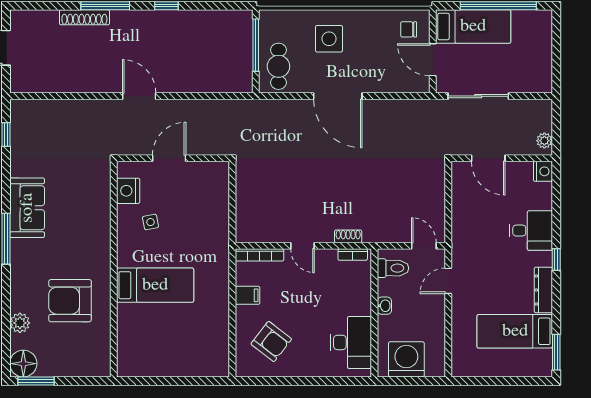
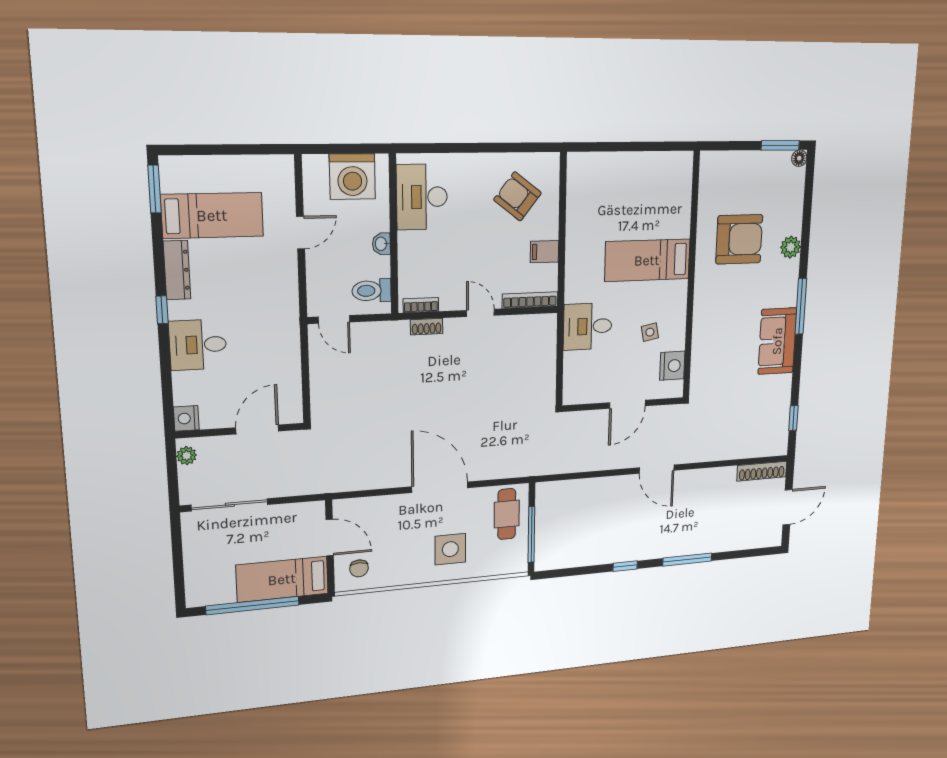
shoe rack: (84, 17) -> (762, 471), moved, turned 180
chair: (409, 29) -> (359, 568), turned 90
sliding door: (478, 96) -> (230, 505), moved
door: (488, 158) -> (257, 429), hinge flipped
desk: (208, 230) -> (588, 326), added
door: (448, 281) -> (300, 233), moved
plant: (20, 323) -> (791, 247), moved
floor lamp: (23, 364) -> (799, 158), width x0.53, depth x0.53

